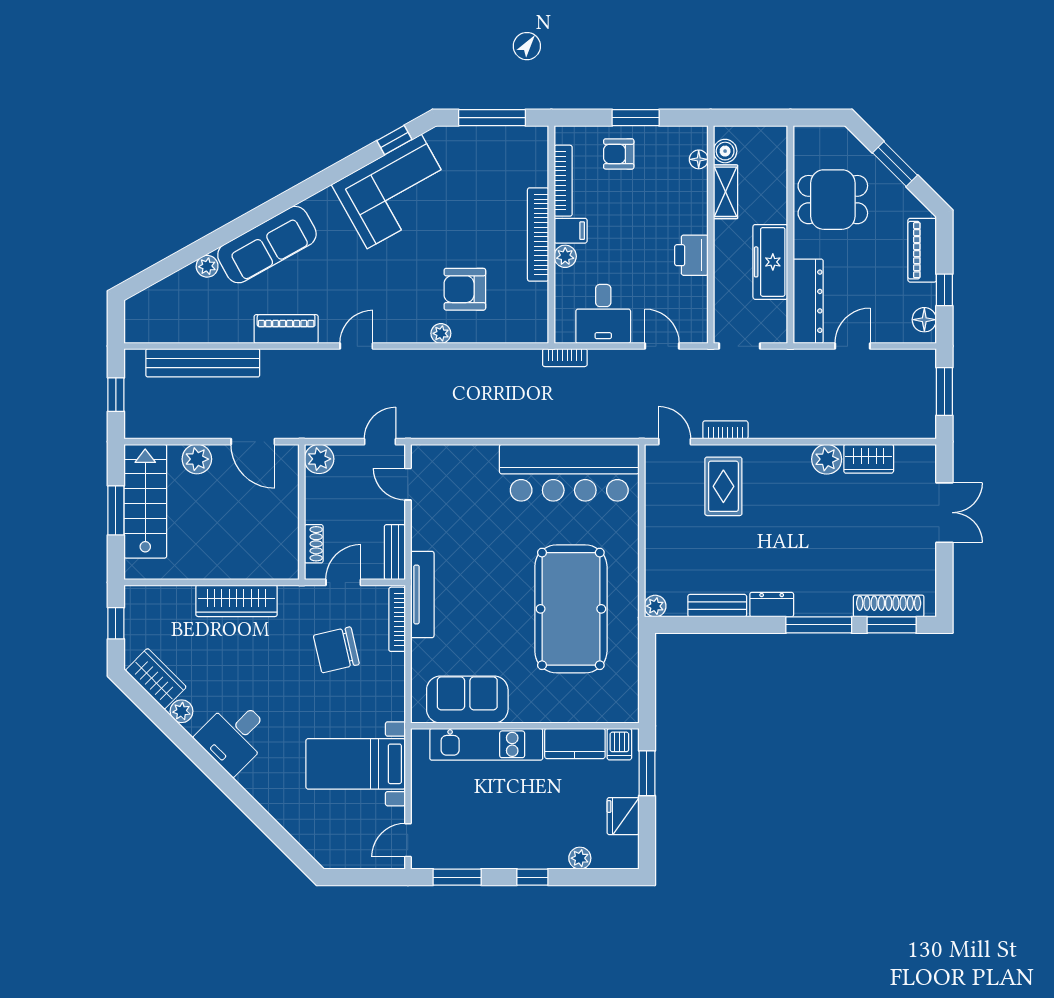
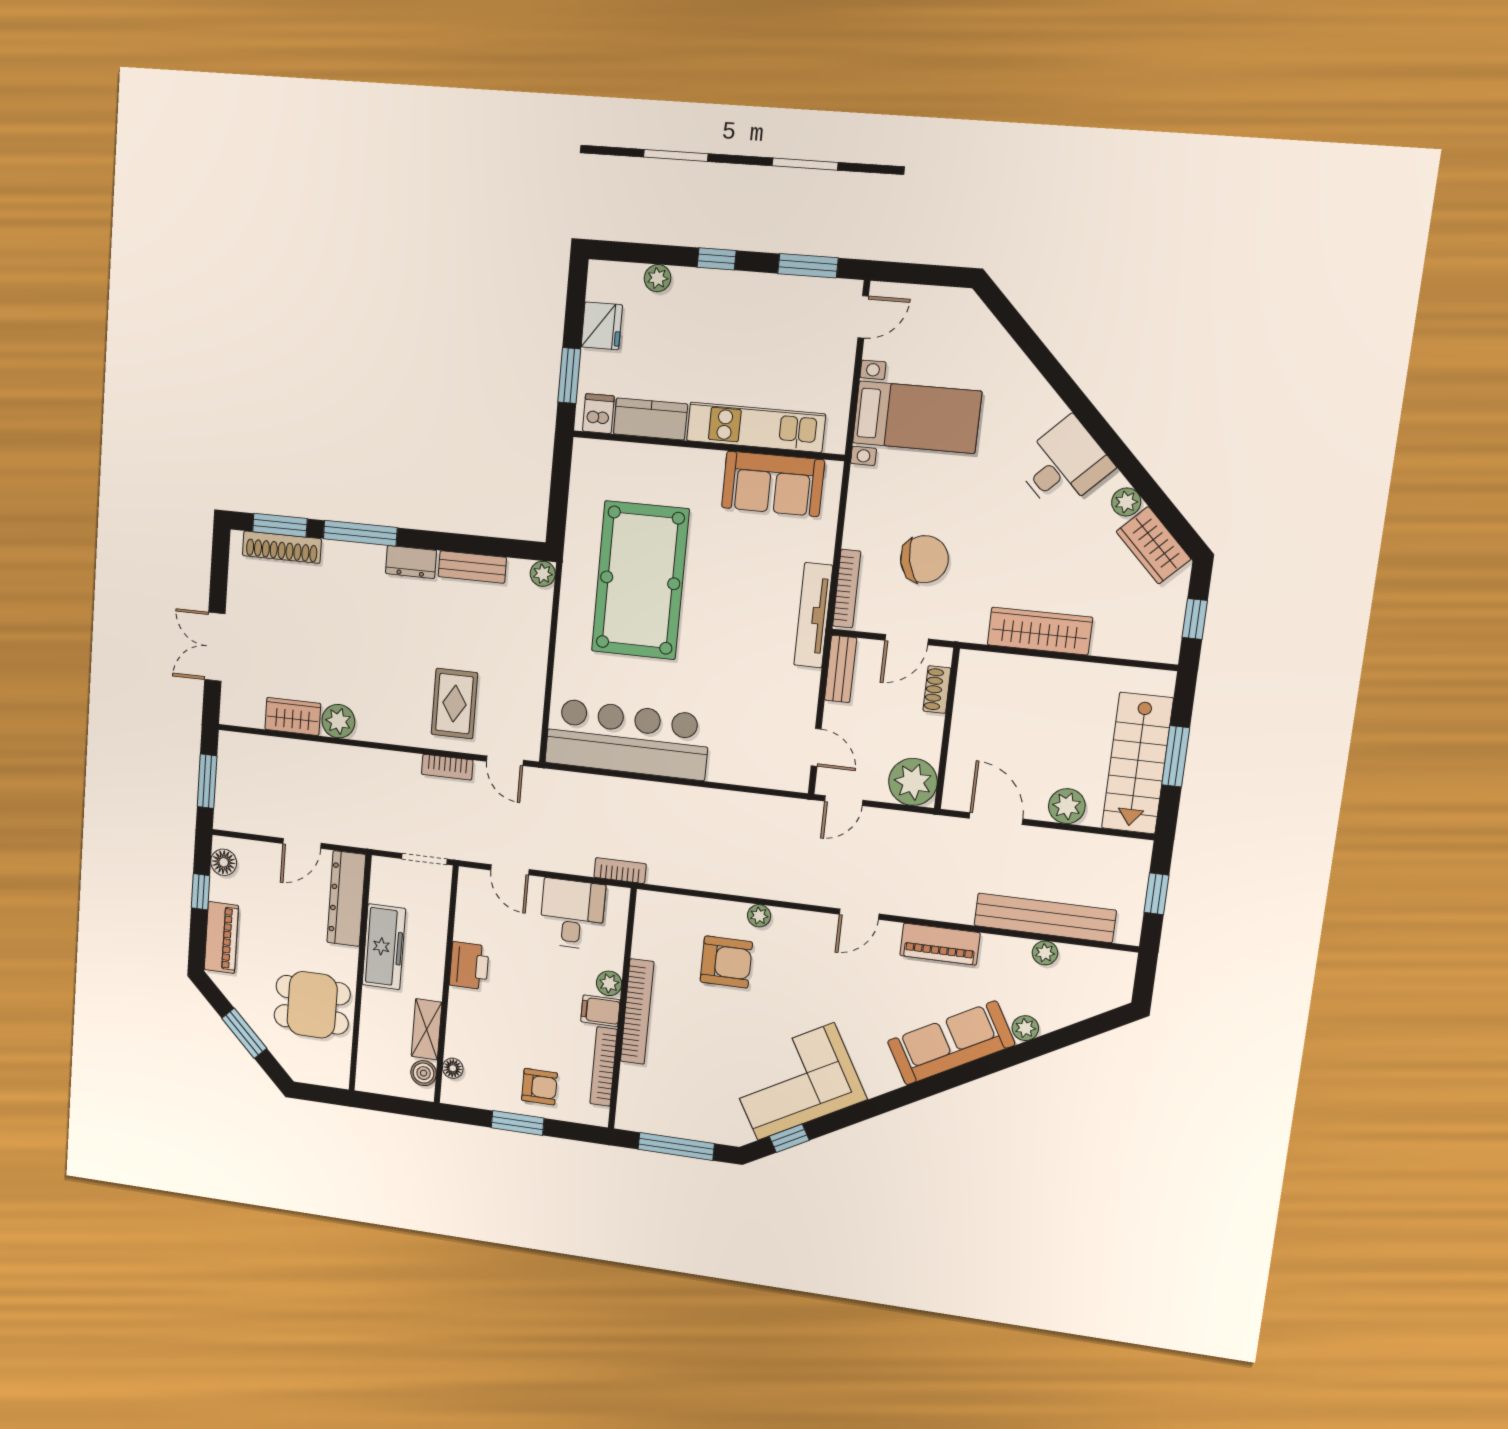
plant: (199, 333) -> (1045, 953), added
plant: (319, 459) -> (913, 782), width x1.36, depth x1.36

